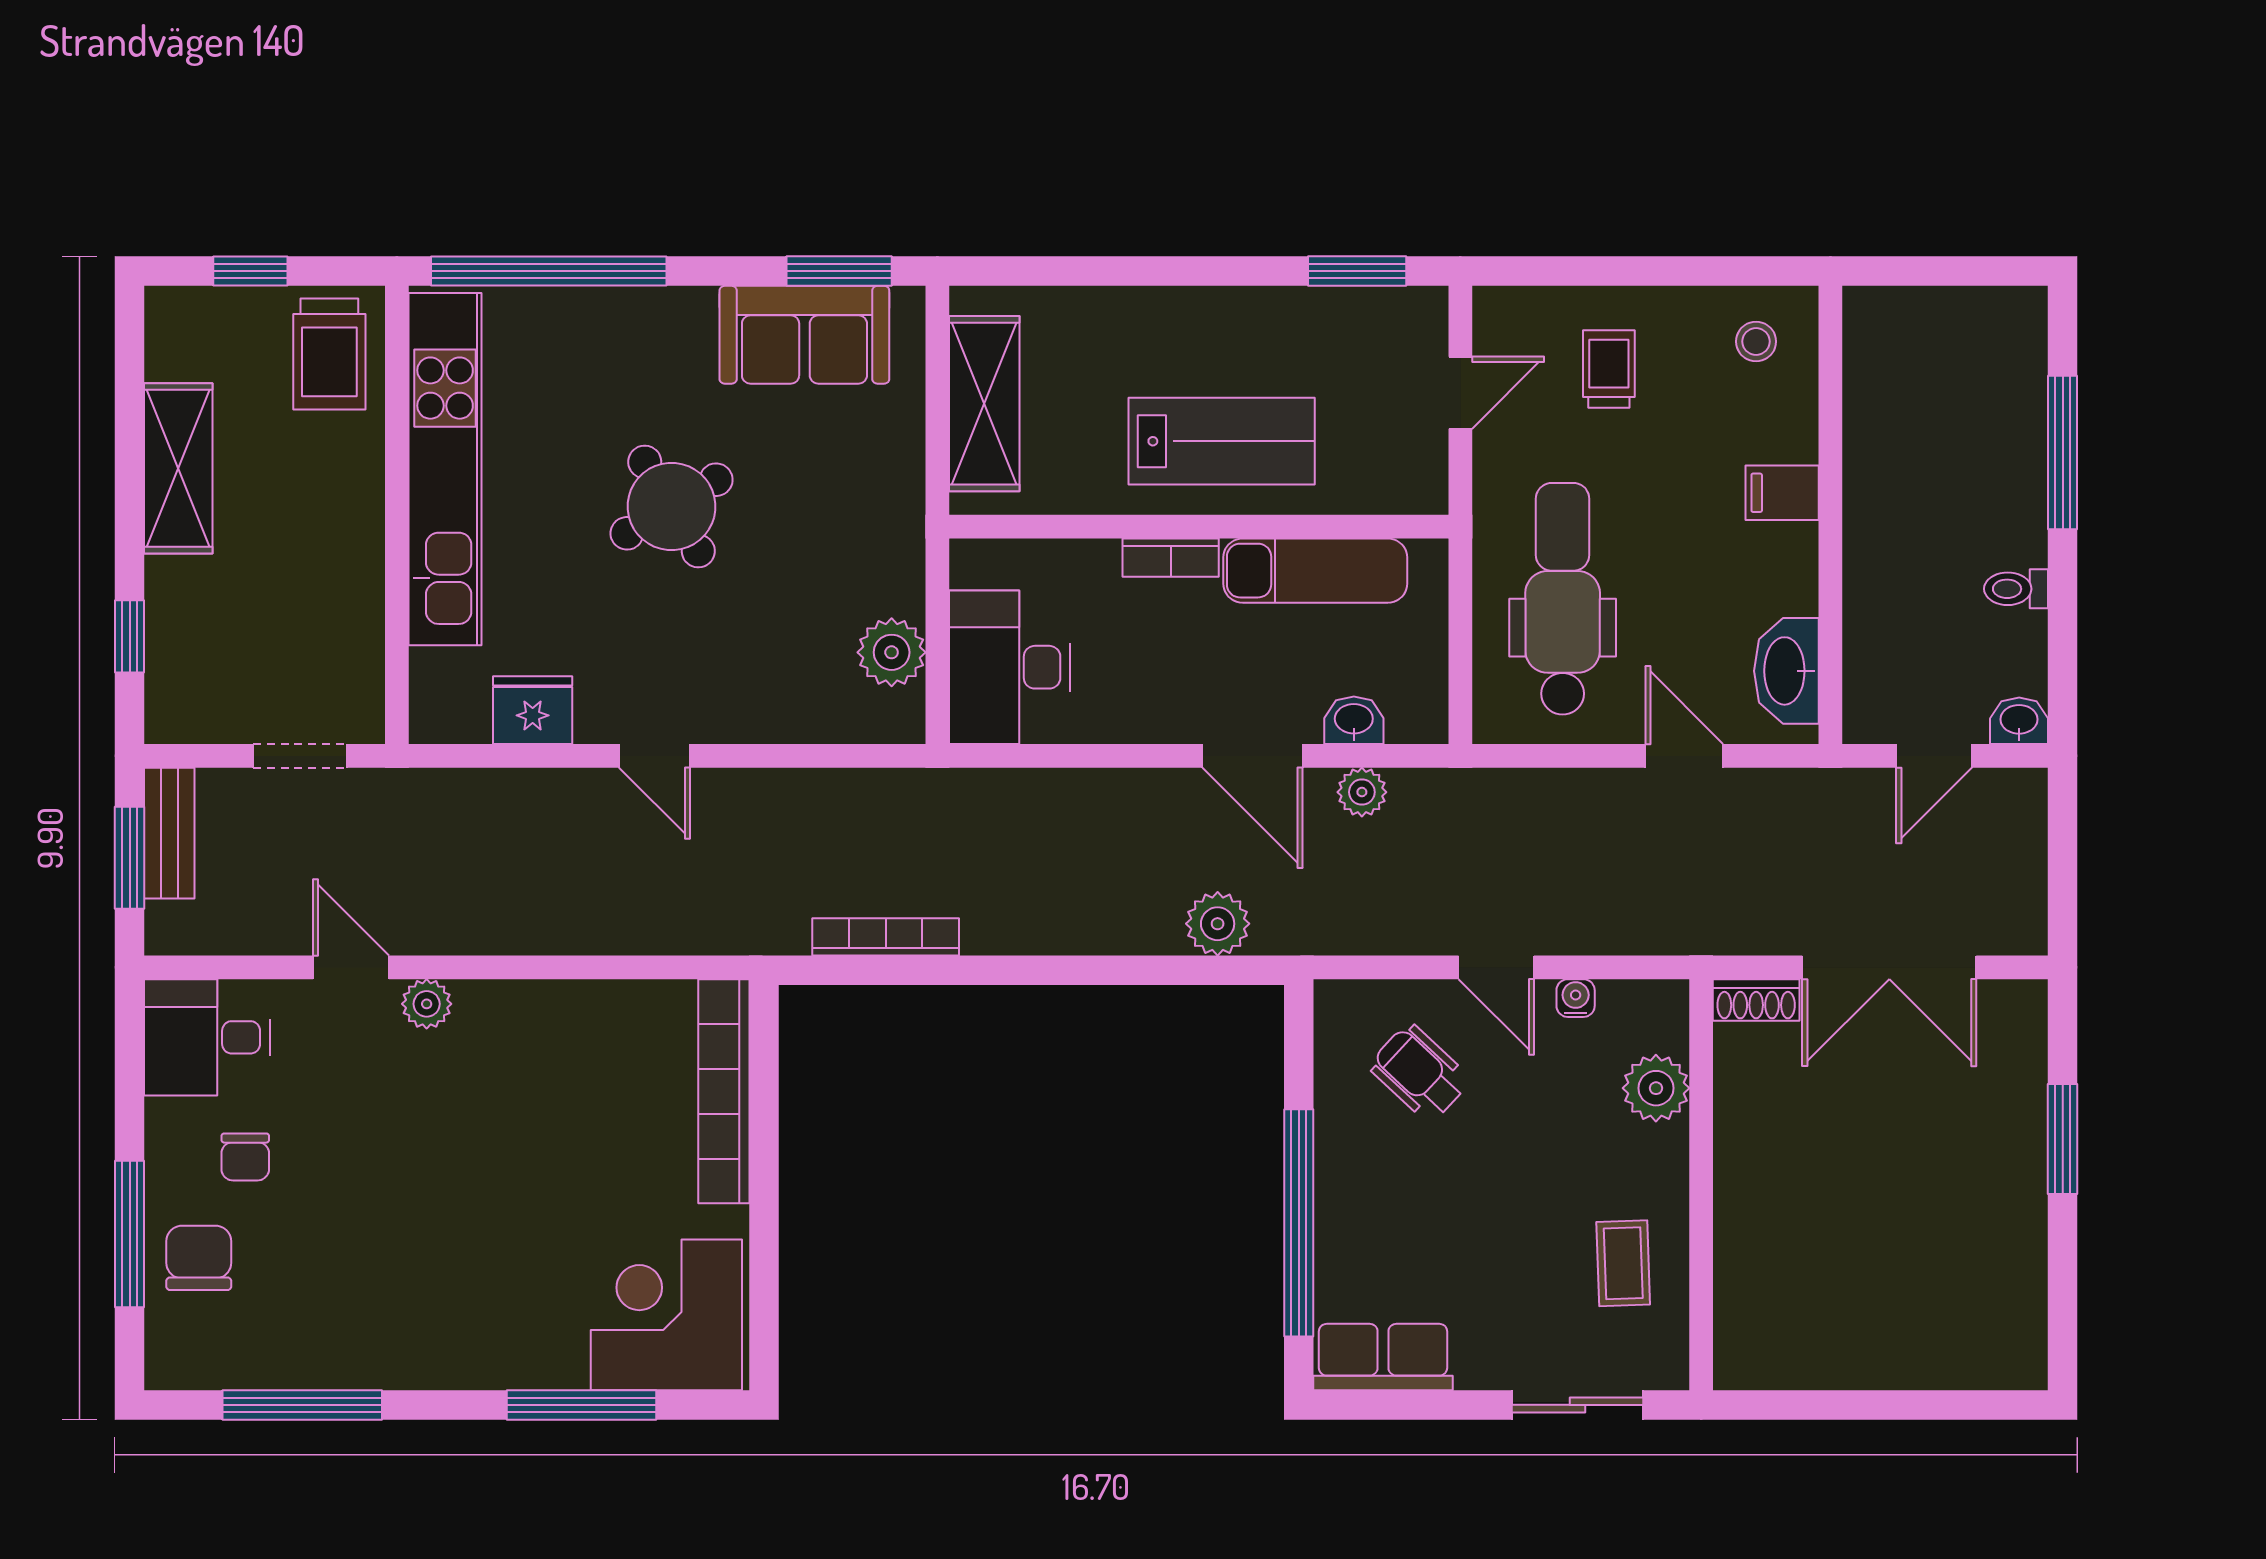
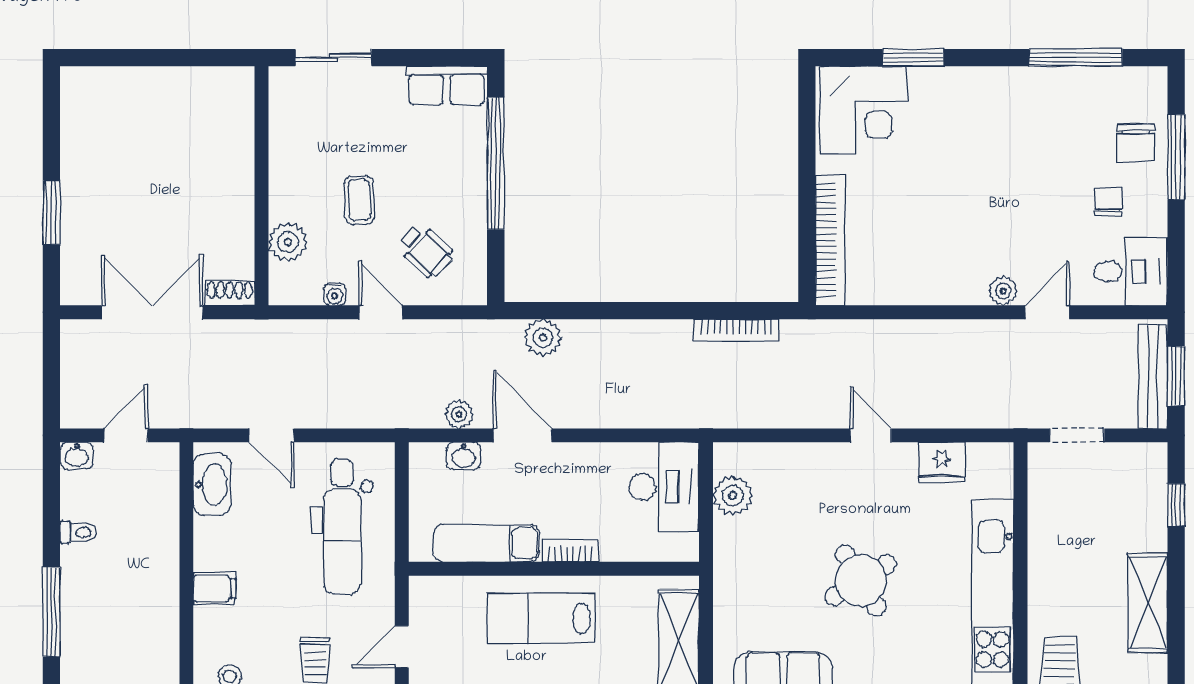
bench: (169, 833) -> (1153, 376), width x1.36
door: (351, 967) -> (1047, 312), swing flipped
coffee table: (1623, 1263) -> (359, 200), moved
window: (582, 1405) -> (913, 58), width x0.69

